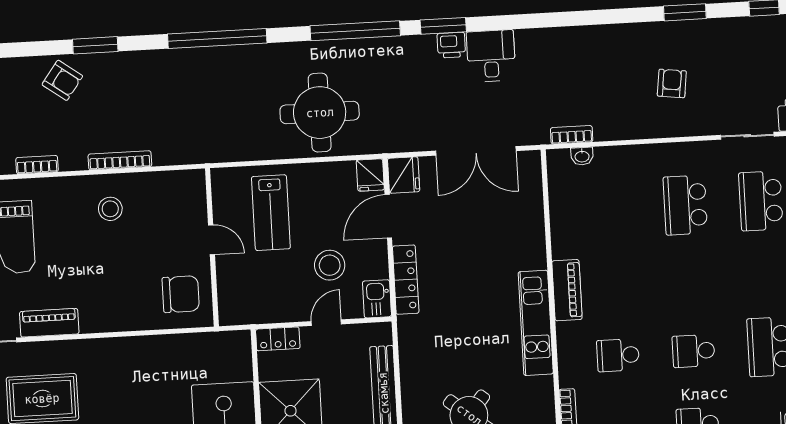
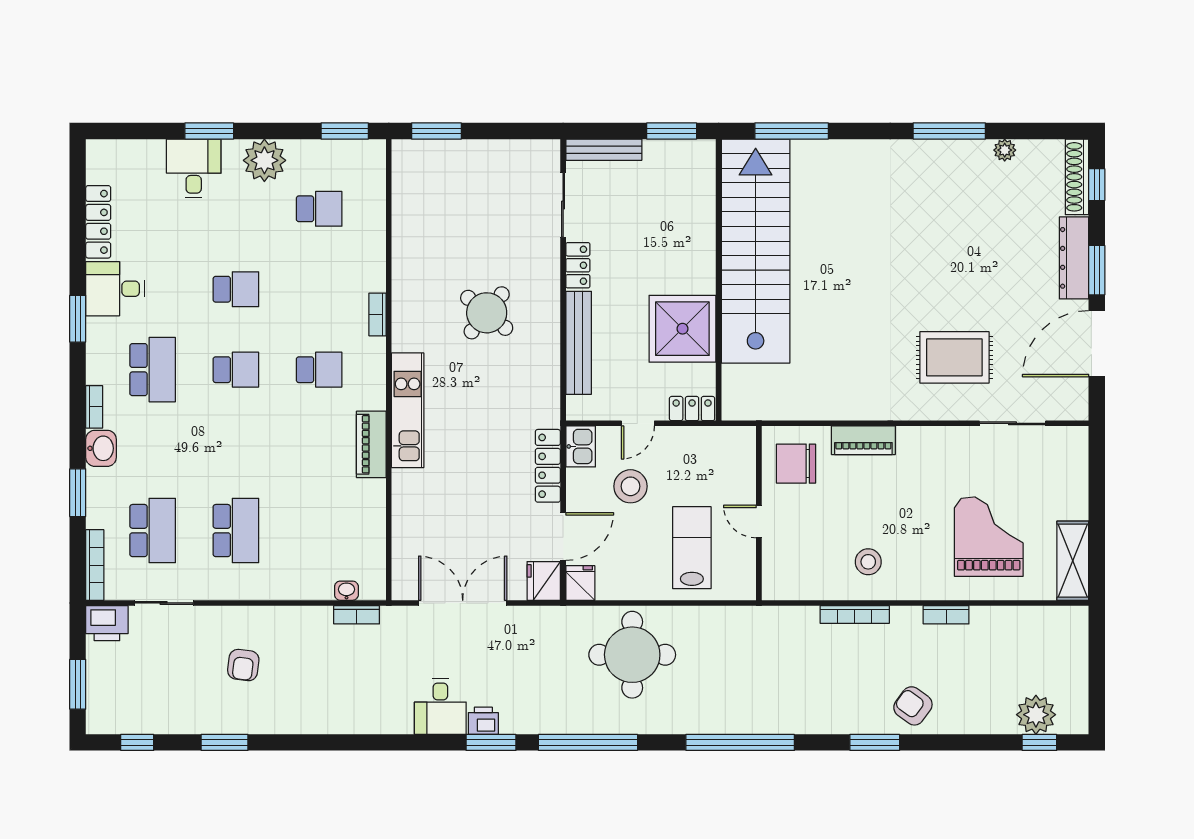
piano: (49, 323) -> (863, 440), moved

